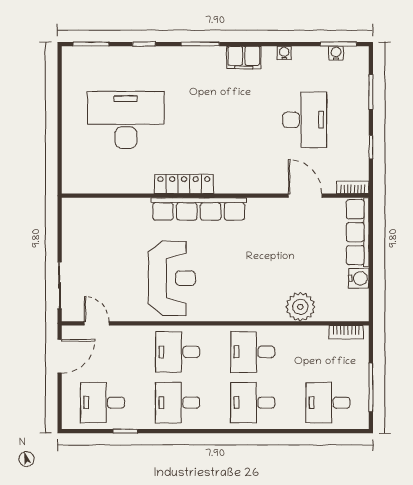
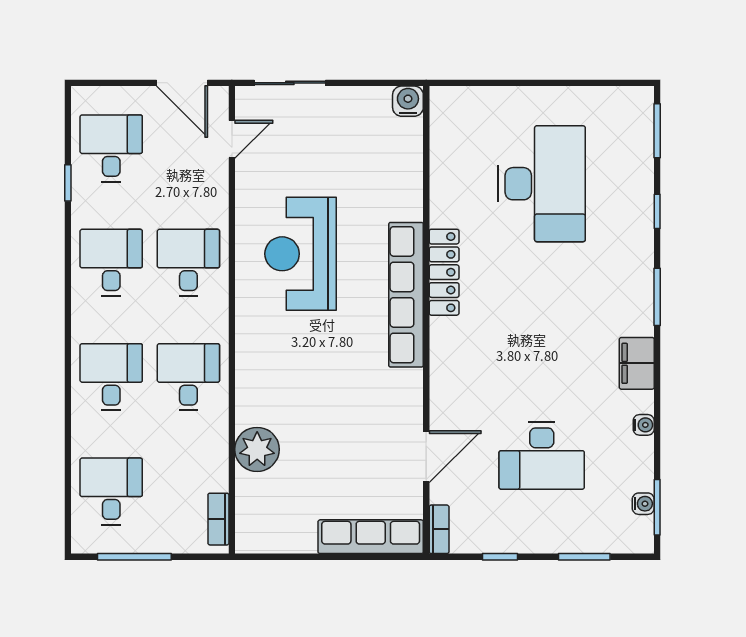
reception desk: (172, 278) -> (301, 254), turned 90
water cooler: (359, 278) -> (408, 101), moved, turned 180

